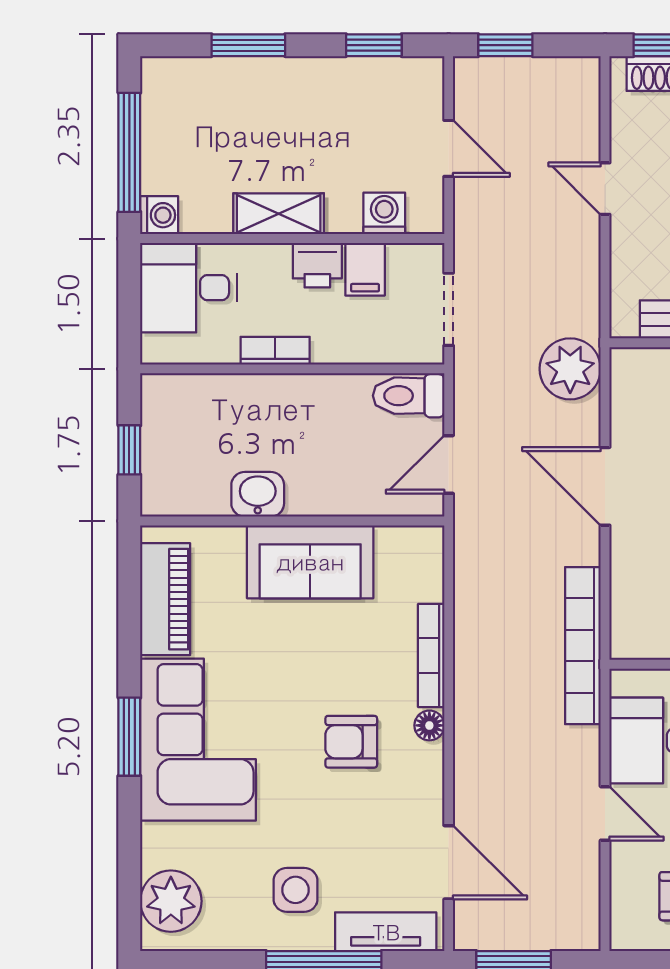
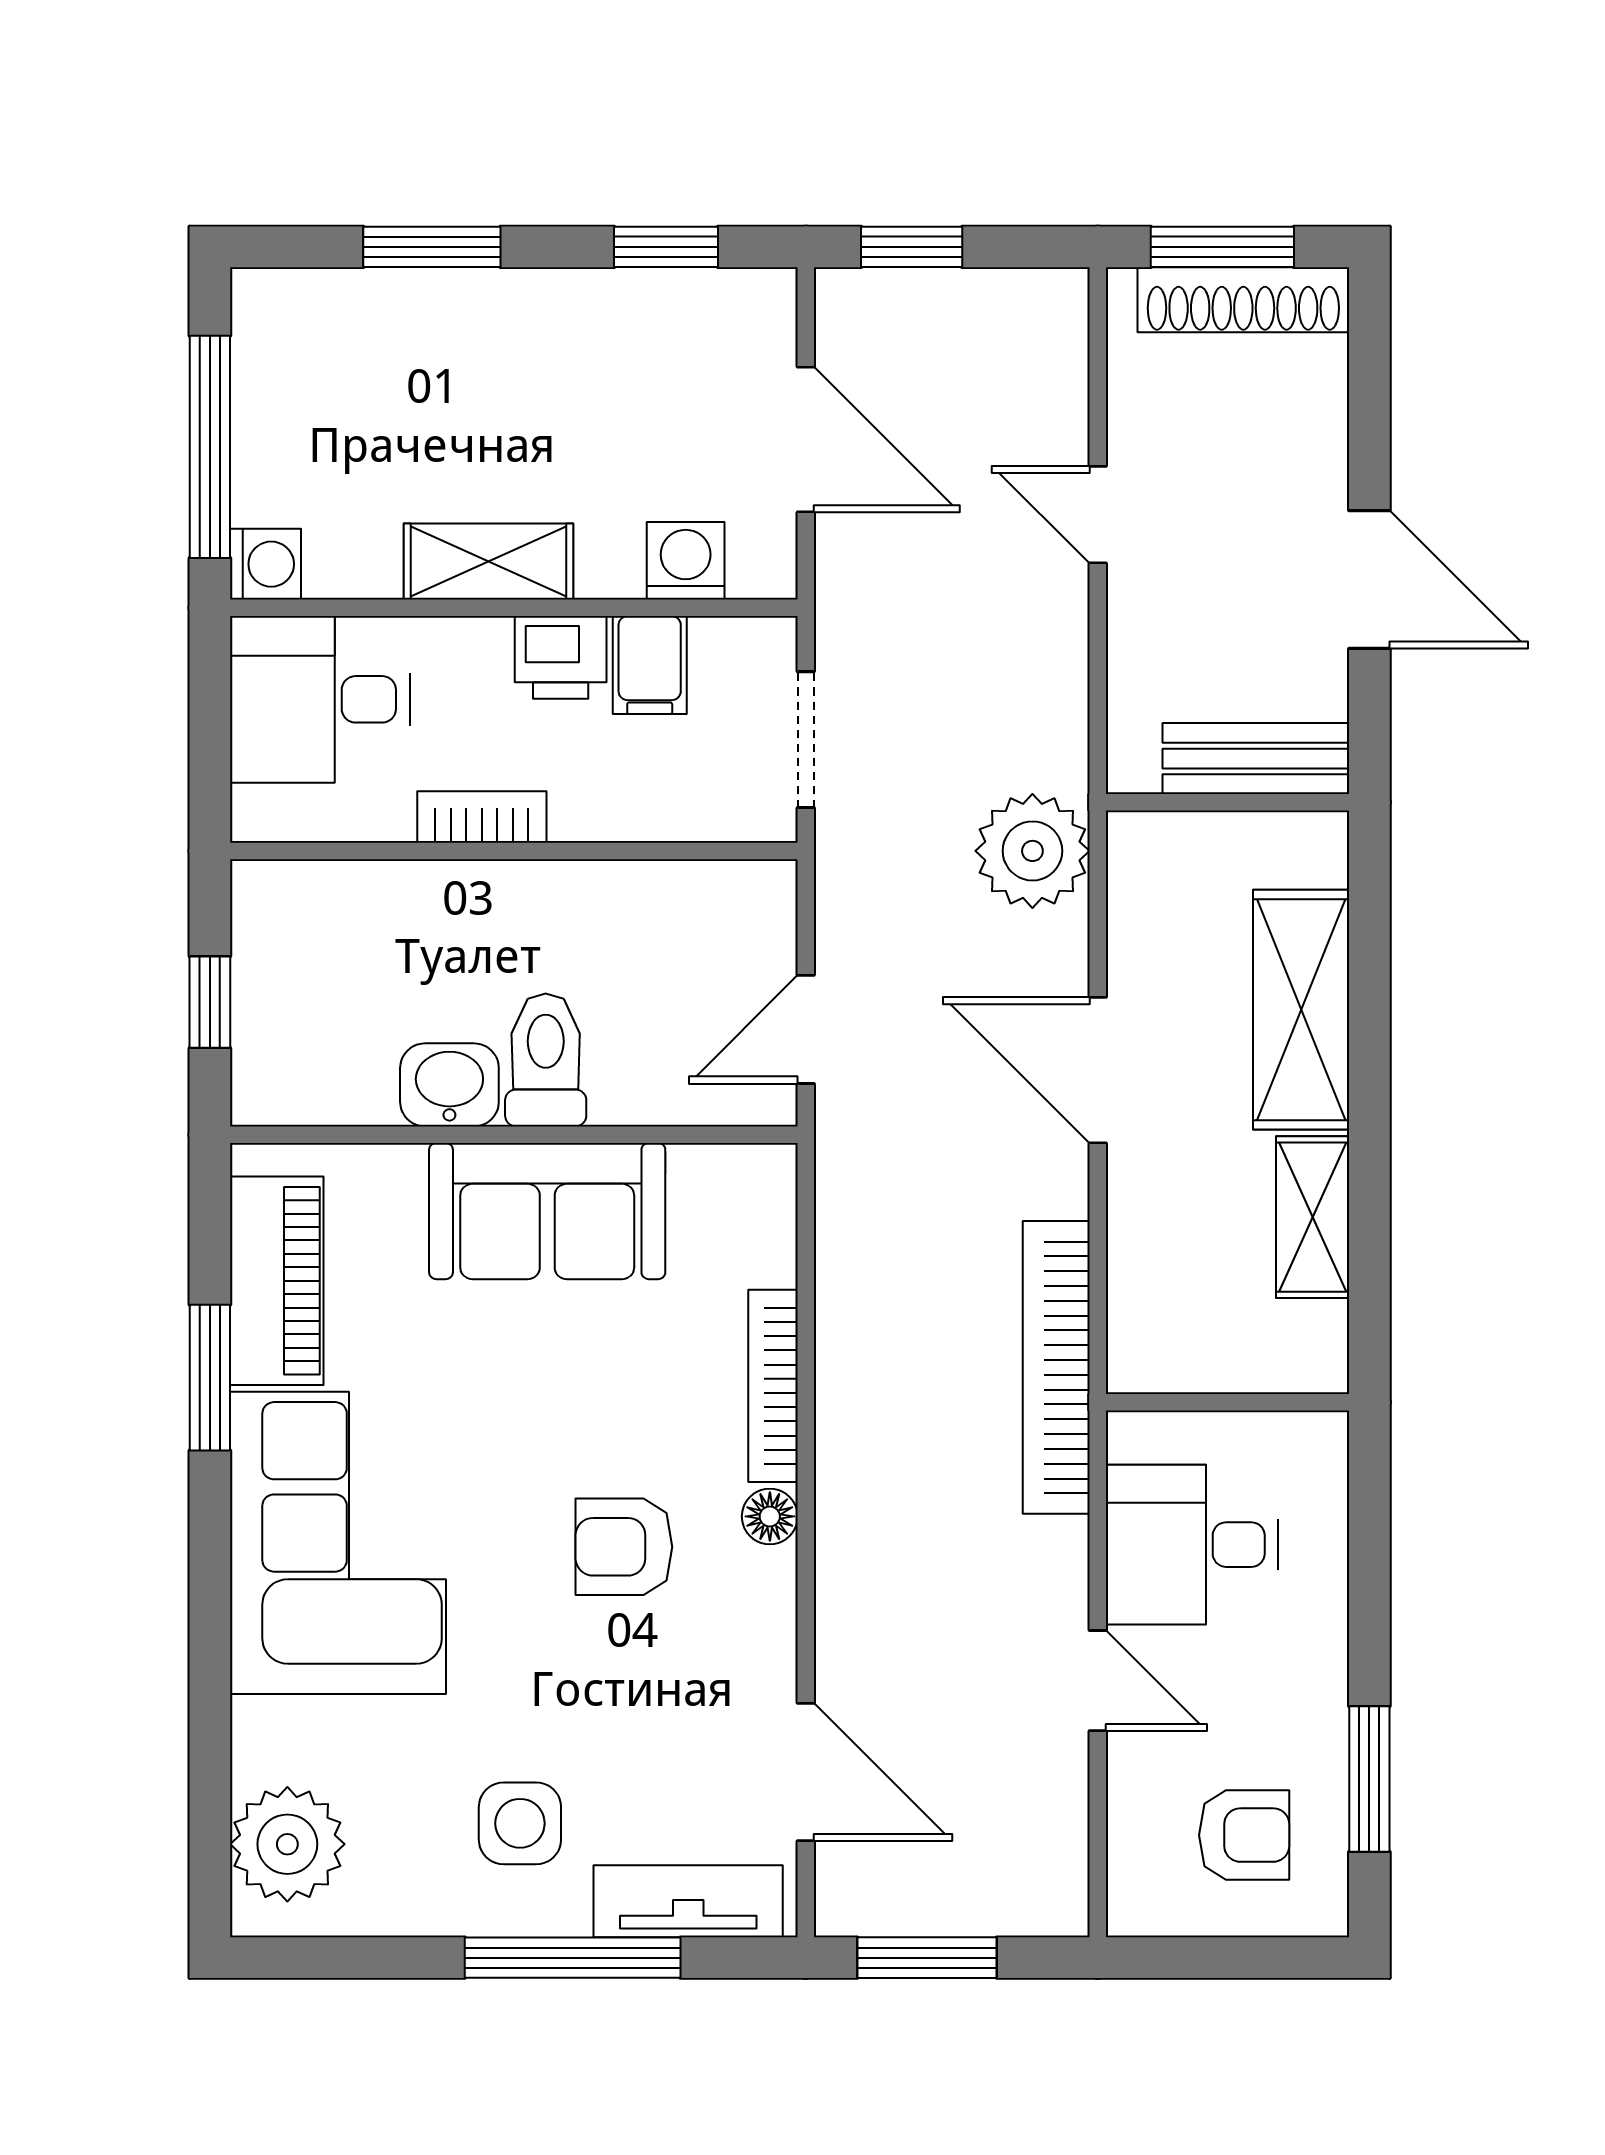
door: (449, 148) -> (806, 440), width x1.37
toilet: (409, 396) -> (546, 1060), moved, turned 90
window: (129, 737) -> (210, 1378), moved

